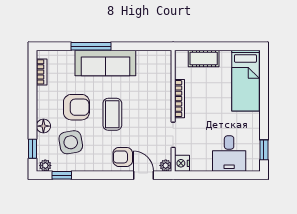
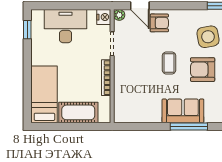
cot: (204, 59) -> (78, 112), width x1.37, depth x1.34
sofa: (105, 63) -> (183, 111), width x0.73
coffee table: (112, 114) -> (169, 63), width x0.73, depth x0.77
desk: (229, 154) -> (66, 26), width x1.37

